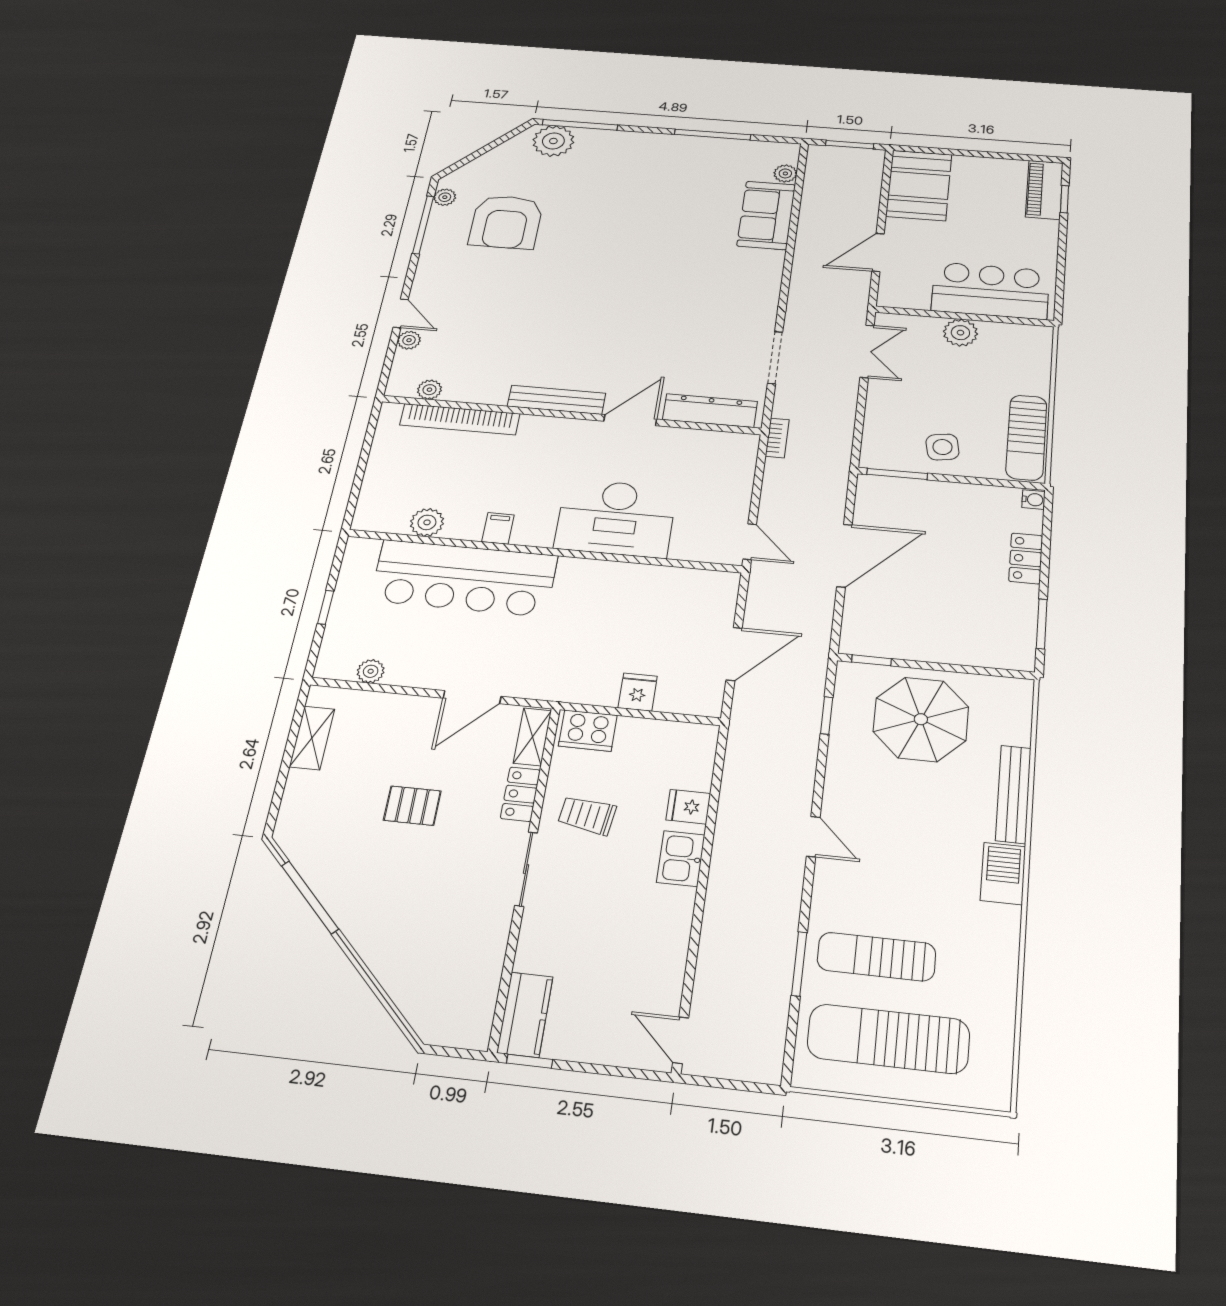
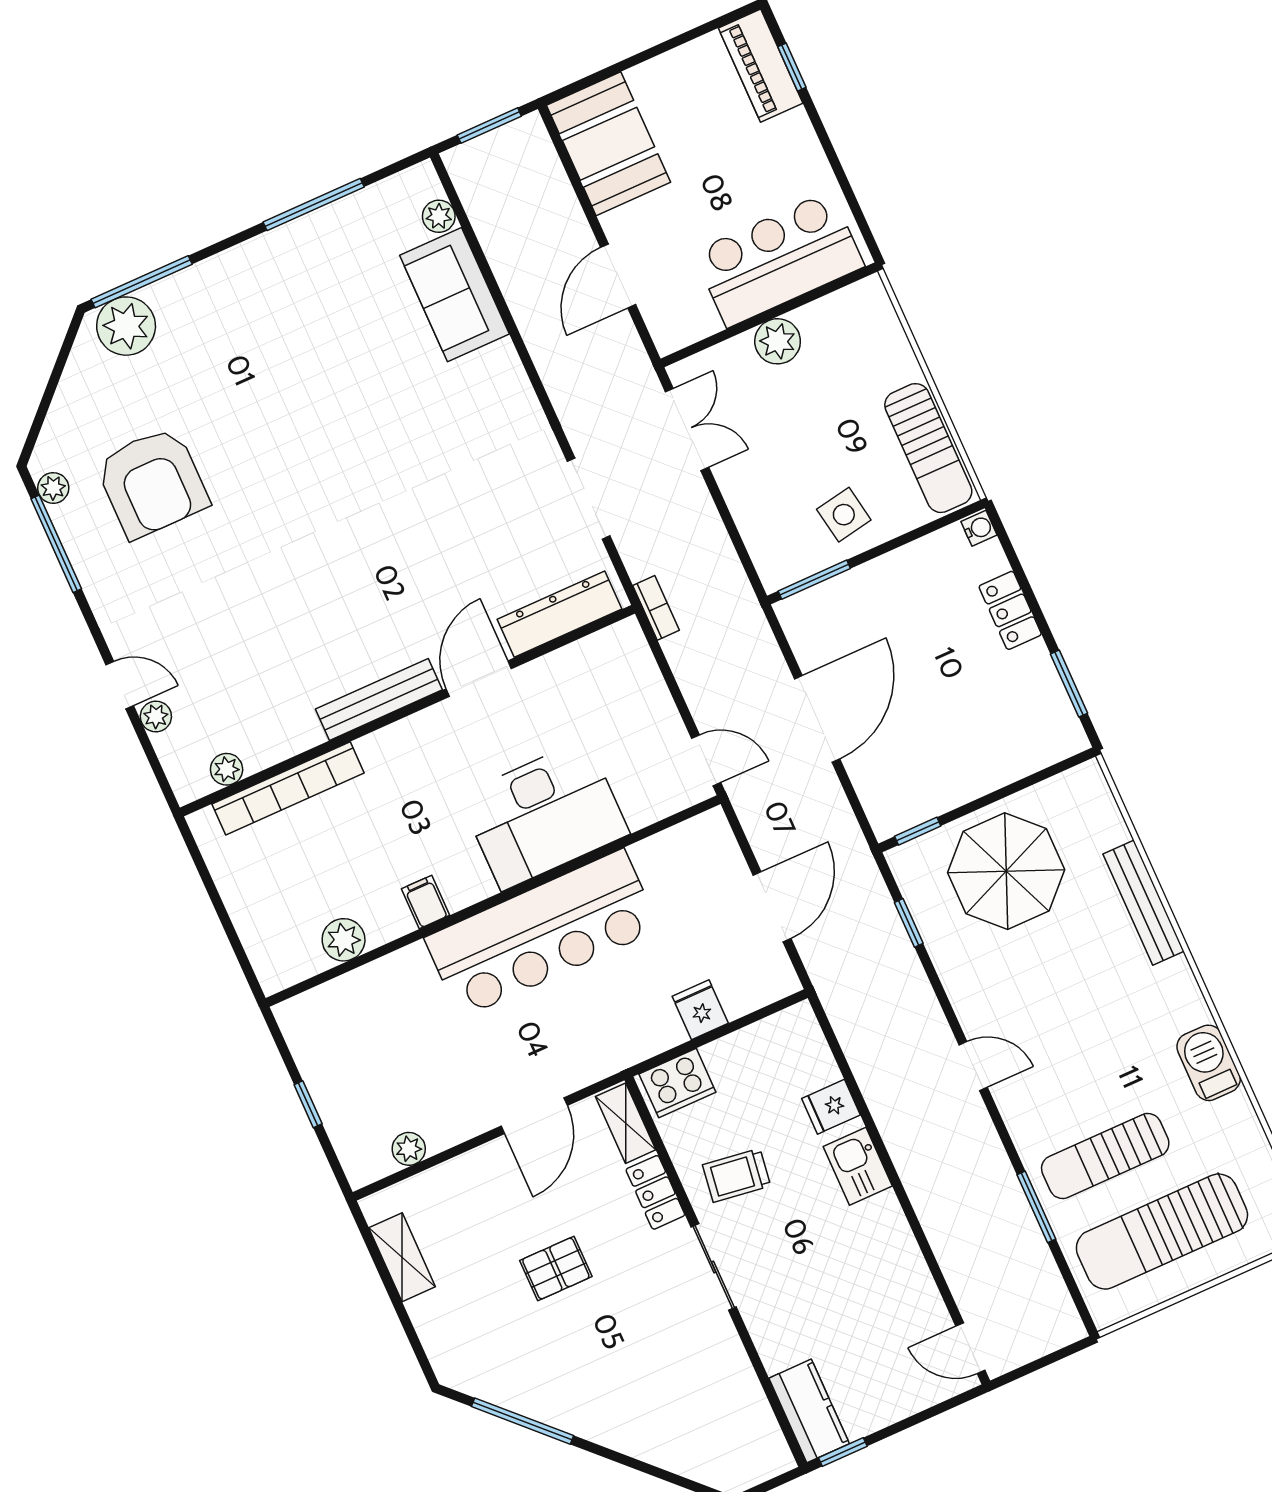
bar counter: (464, 578) -> (542, 933), moved
barbecue: (1003, 873) -> (1209, 1063), moved

